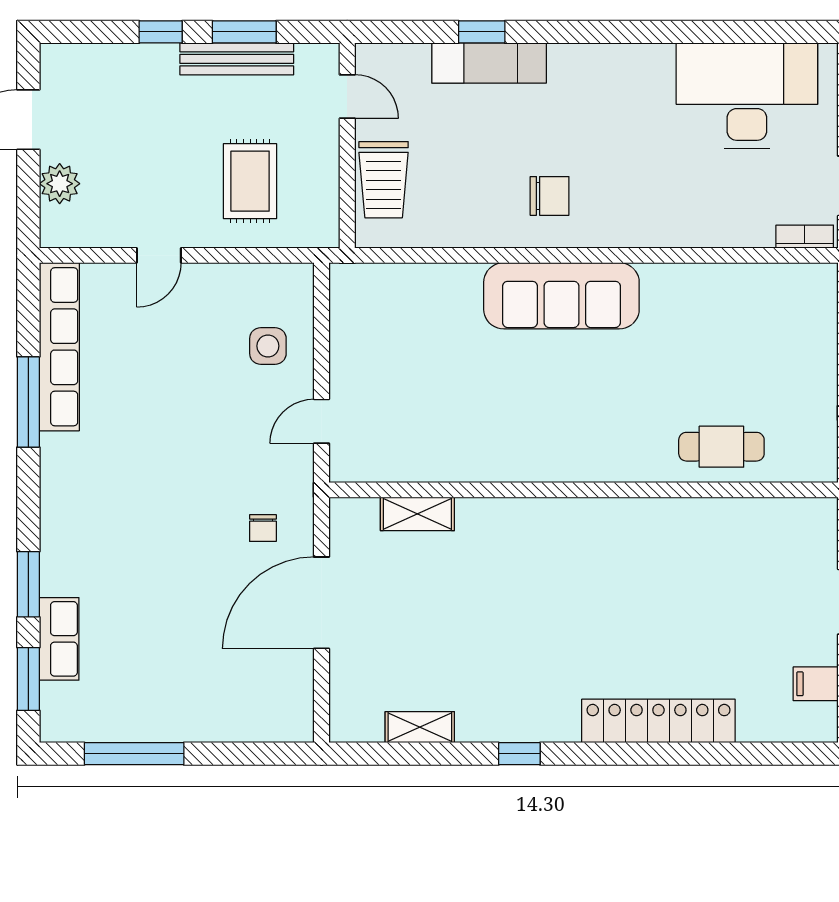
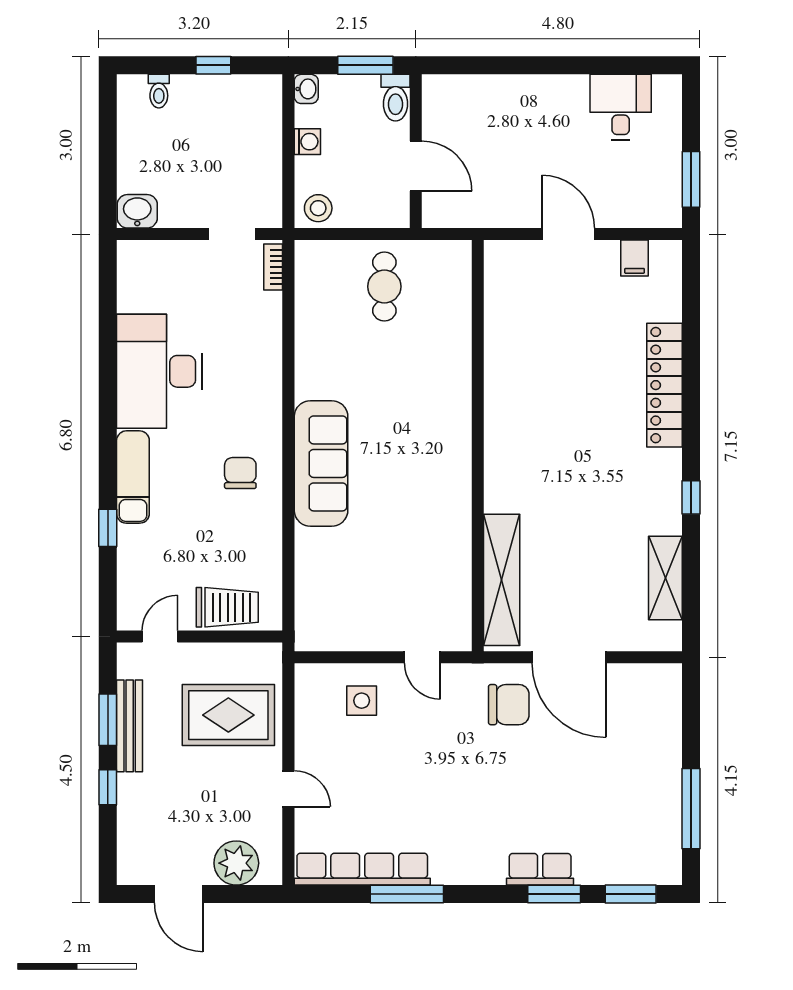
exam couch: (489, 63) -> (133, 477), moved
desk: (747, 96) -> (159, 371), moved
rug: (250, 181) -> (228, 715), width x1.36, depth x1.43
plant: (60, 184) -> (236, 863), width x1.36, depth x1.36
cafe table: (721, 447) -> (384, 287), moved
shelving: (417, 514) -> (502, 580), width x2.20, depth x1.33
chair: (263, 528) -> (509, 705), width x1.87, depth x1.87
row of seats: (59, 639) -> (540, 869), moved
shelving: (420, 727) -> (665, 578), width x1.50, depth x1.33

